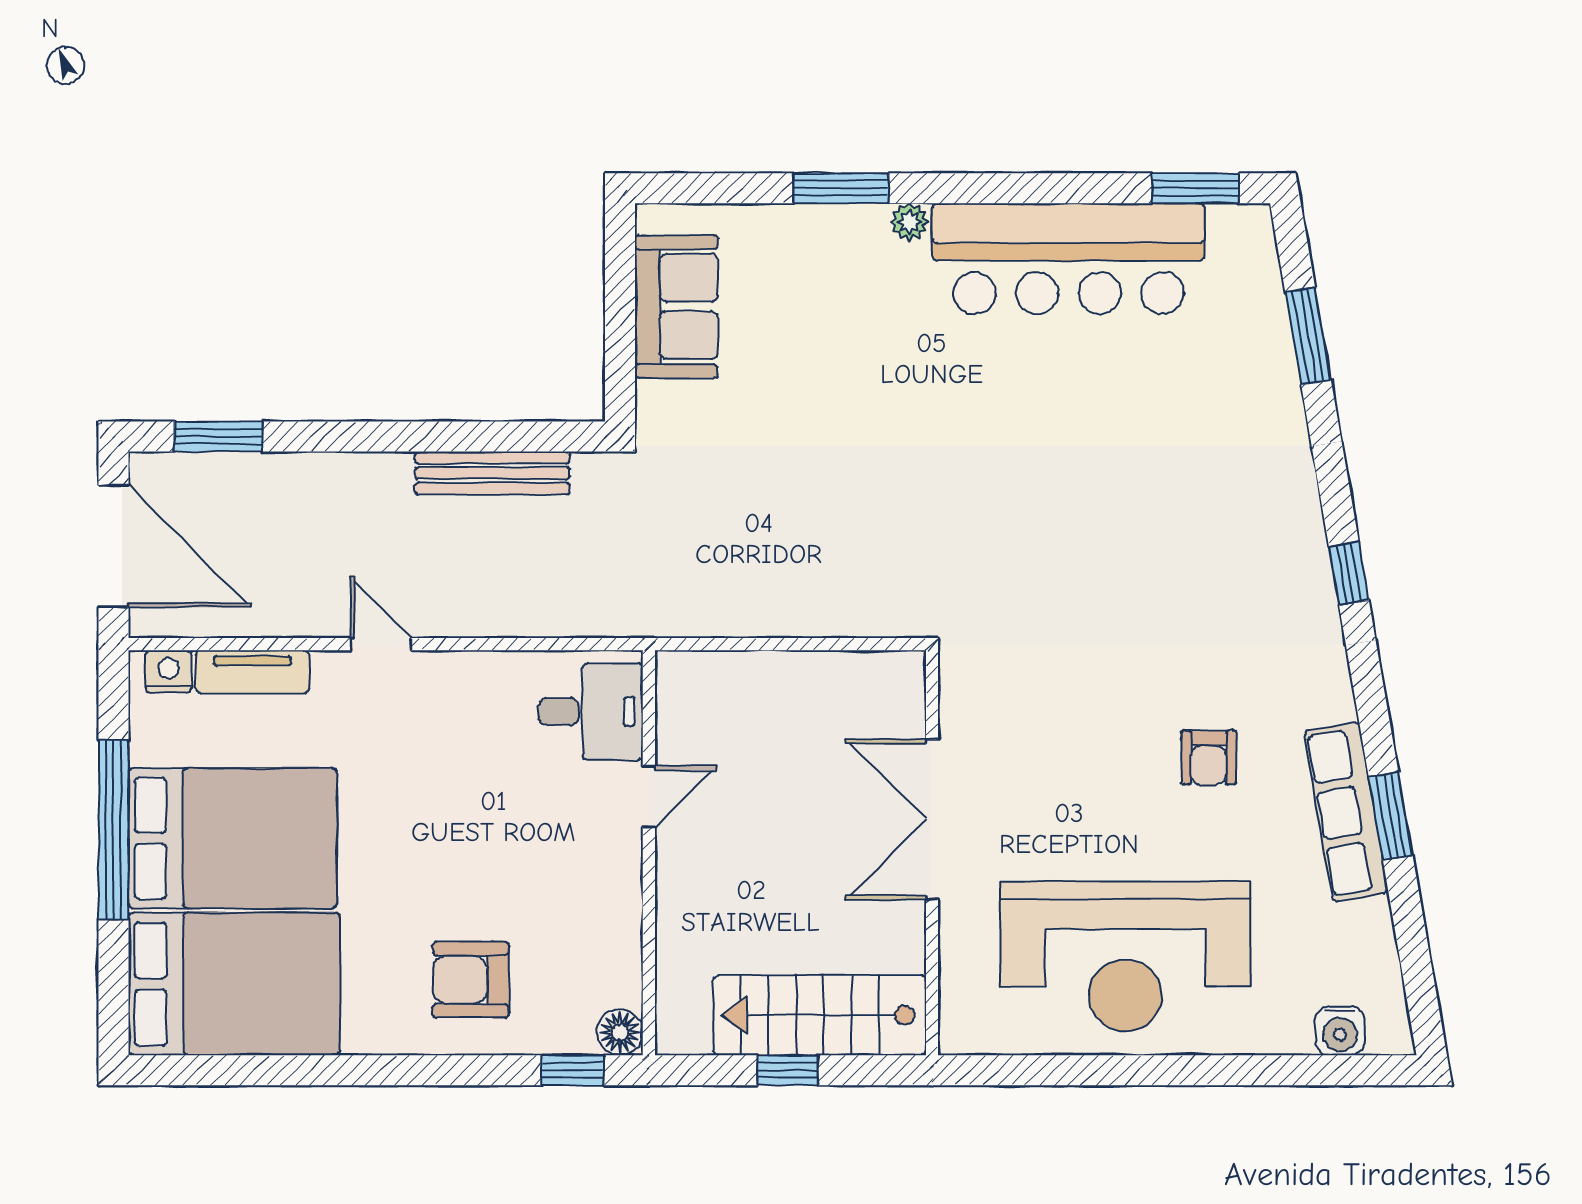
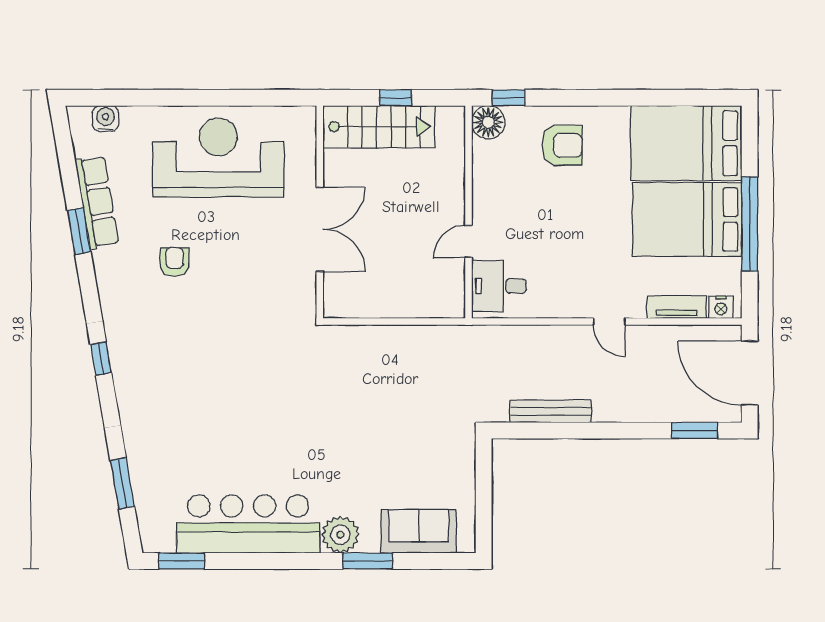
plant: (909, 222) -> (340, 535), width x1.88, depth x1.88
sofa: (676, 307) -> (419, 531), moved, turned 90
row of seats: (1346, 812) -> (97, 202), moved
floor lamp: (620, 1032) -> (488, 122), width x1.38, depth x1.38

